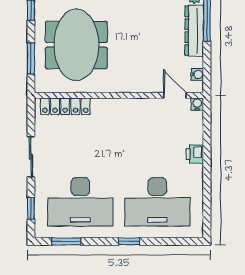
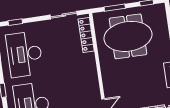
sliding door: (31, 157) -> (64, 15), moved

